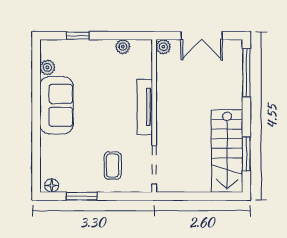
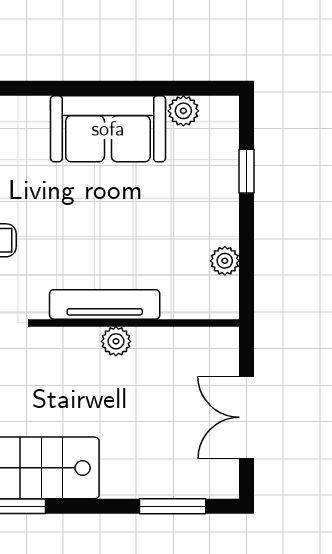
plant: (163, 47) -> (116, 341), moved
window: (246, 73) -> (173, 506), width x0.69

